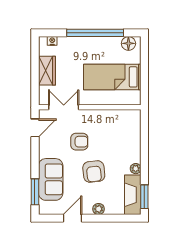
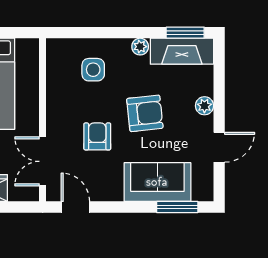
side table: (121, 139) -> (93, 70), added
door: (72, 218) -> (219, 147), swing flipped

